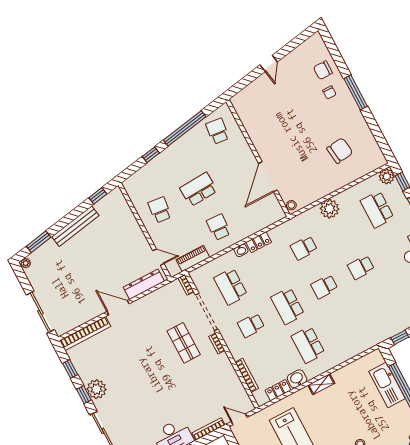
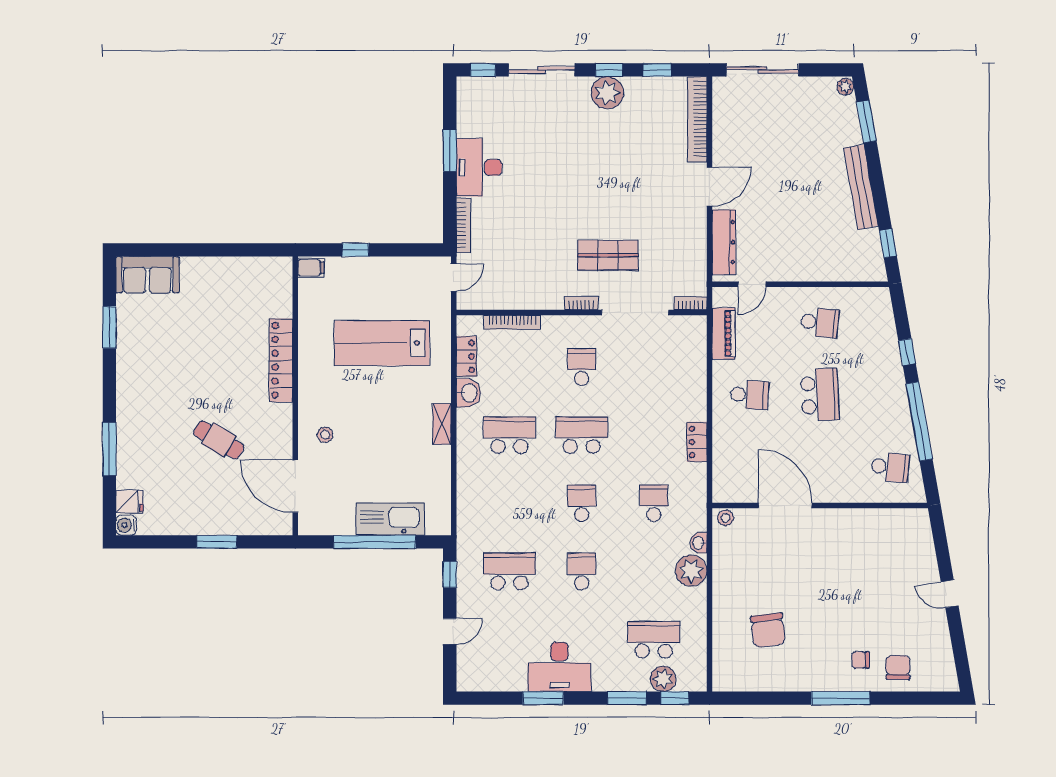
plant: (387, 176) -> (663, 679), moved
washbasin: (241, 250) -> (699, 543), moved
school desk: (231, 287) -> (509, 571), moved

